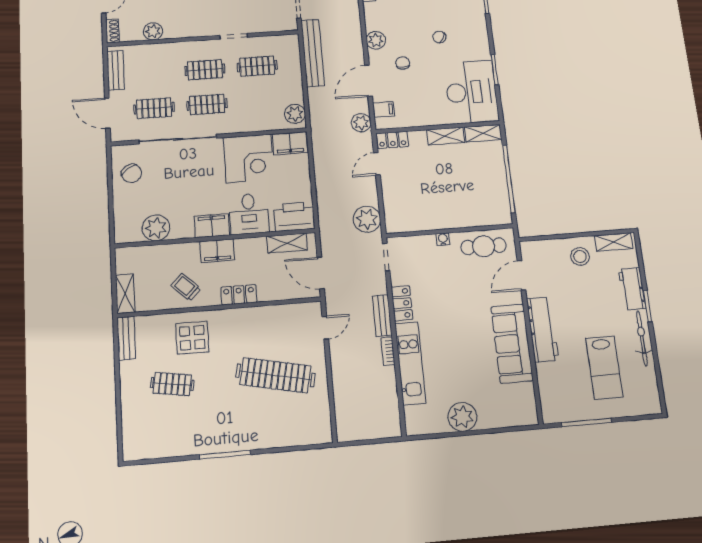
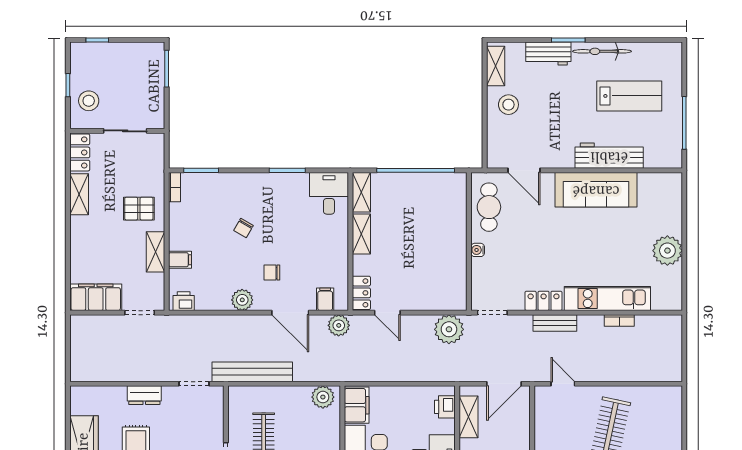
desk: (471, 92) -> (329, 193), width x0.53, depth x0.77
printer: (294, 217) -> (445, 407), width x0.53, depth x0.68
workbench: (542, 329) -> (609, 156), moved
bookcase: (388, 351) -> (619, 321), moved

